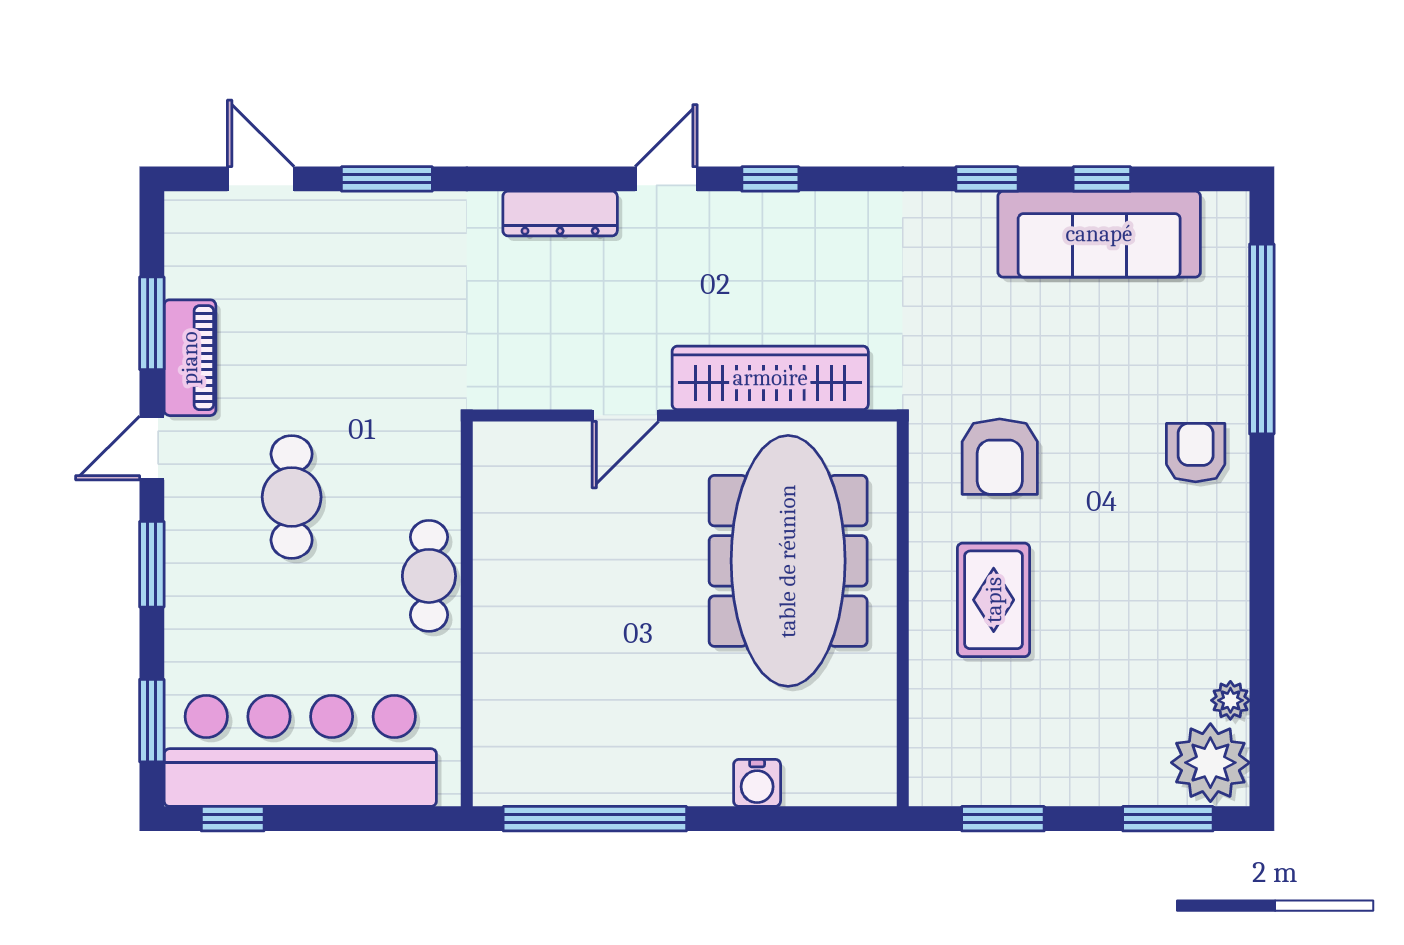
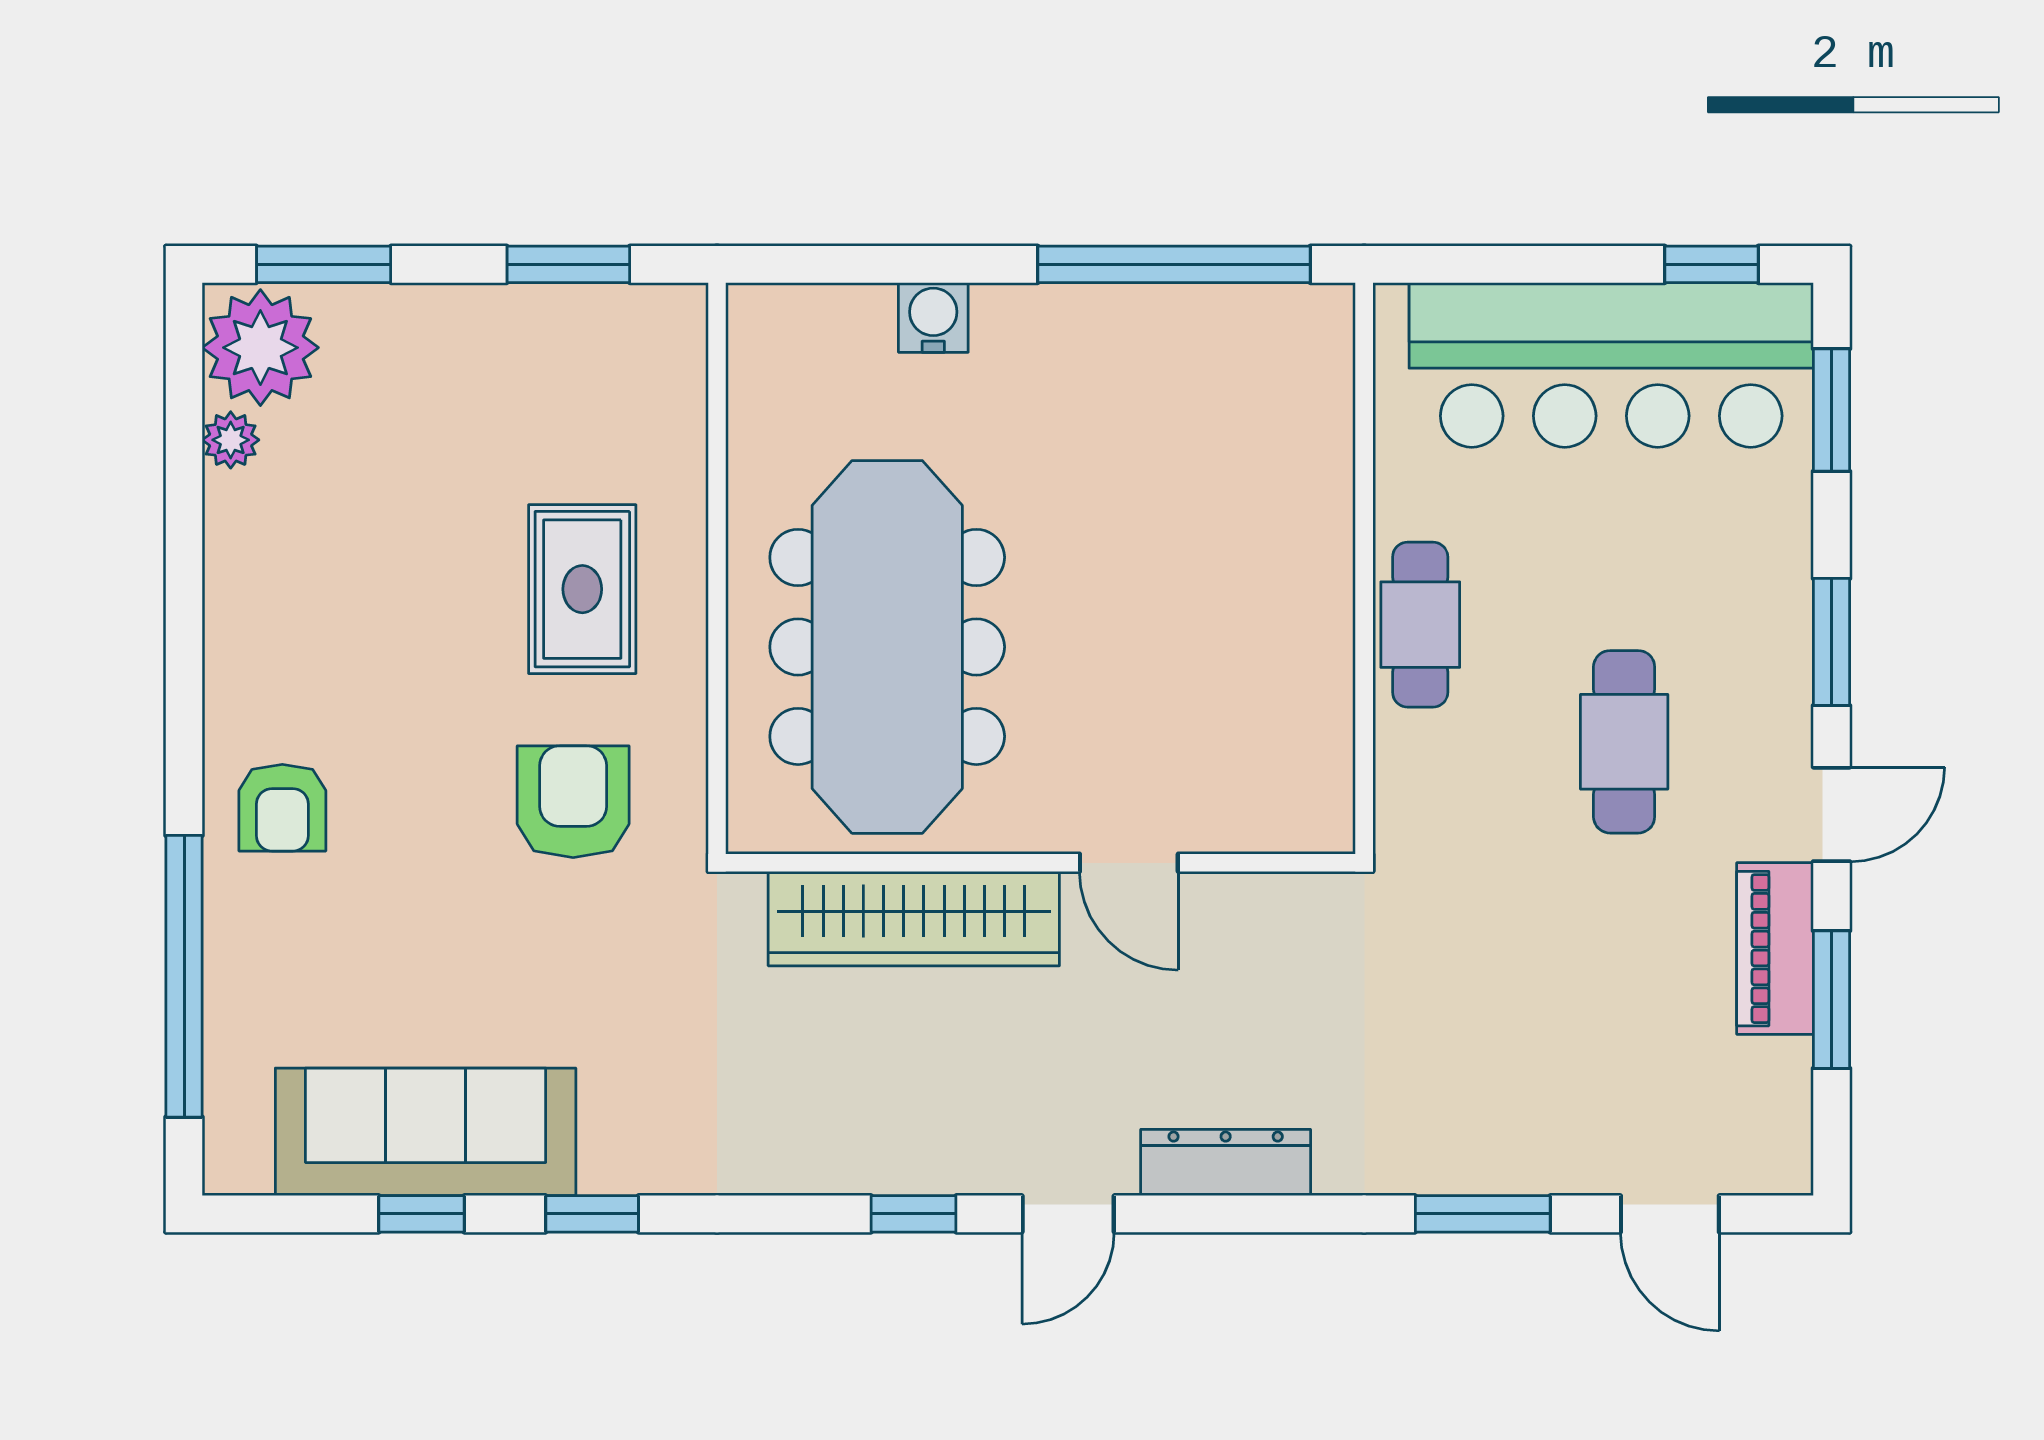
door: (625, 415) -> (1129, 863), swing flipped

